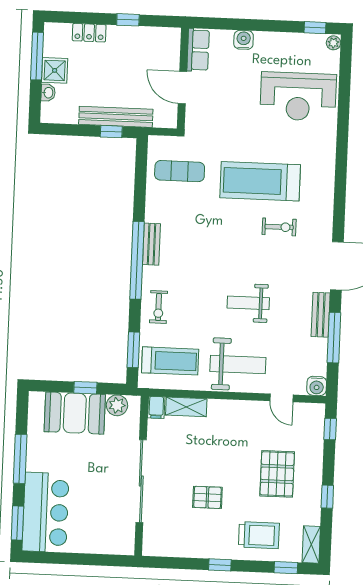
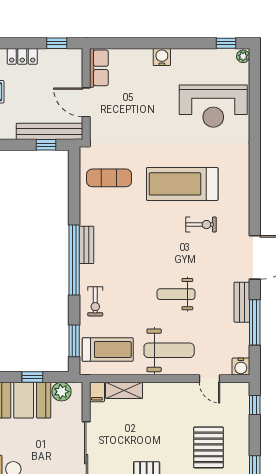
row of seats: (198, 50) -> (99, 68), moved
wall: (183, 78) -> (86, 94), moved
door: (182, 88) -> (86, 102), moved

